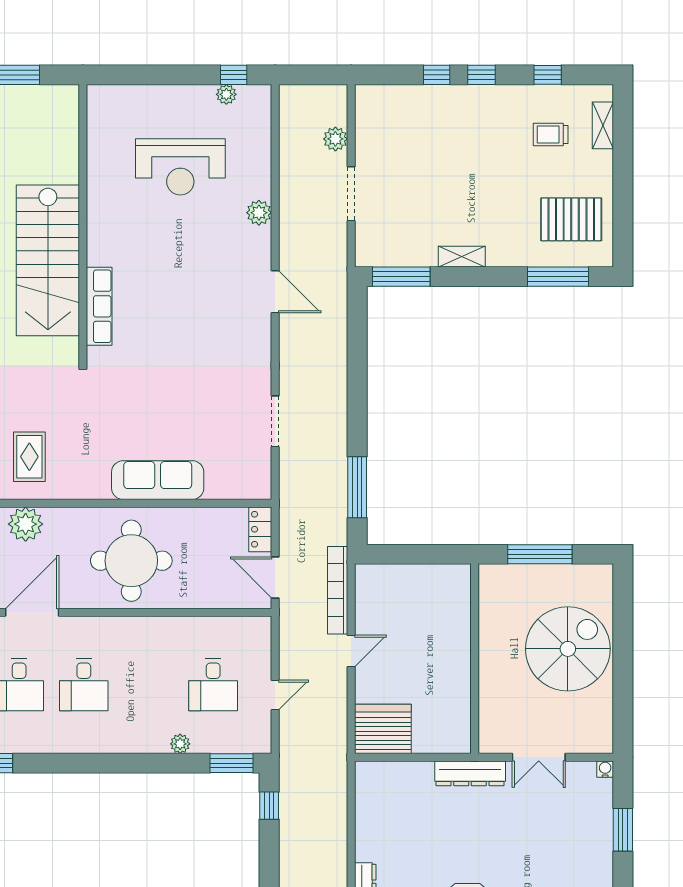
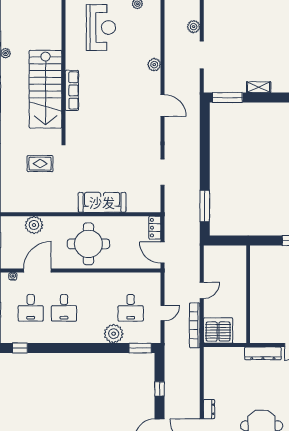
reception desk: (180, 167) -> (101, 27), moved, turned -90
row of seats: (99, 306) -> (72, 90), moved
rug: (29, 457) -> (40, 164), moved, turned 90
bookcase: (338, 590) -> (195, 325), moved
wall: (475, 659) -> (248, 294), moved
plant: (180, 744) -> (114, 334), width x1.87, depth x1.87
window: (269, 806) -> (159, 389), moved

